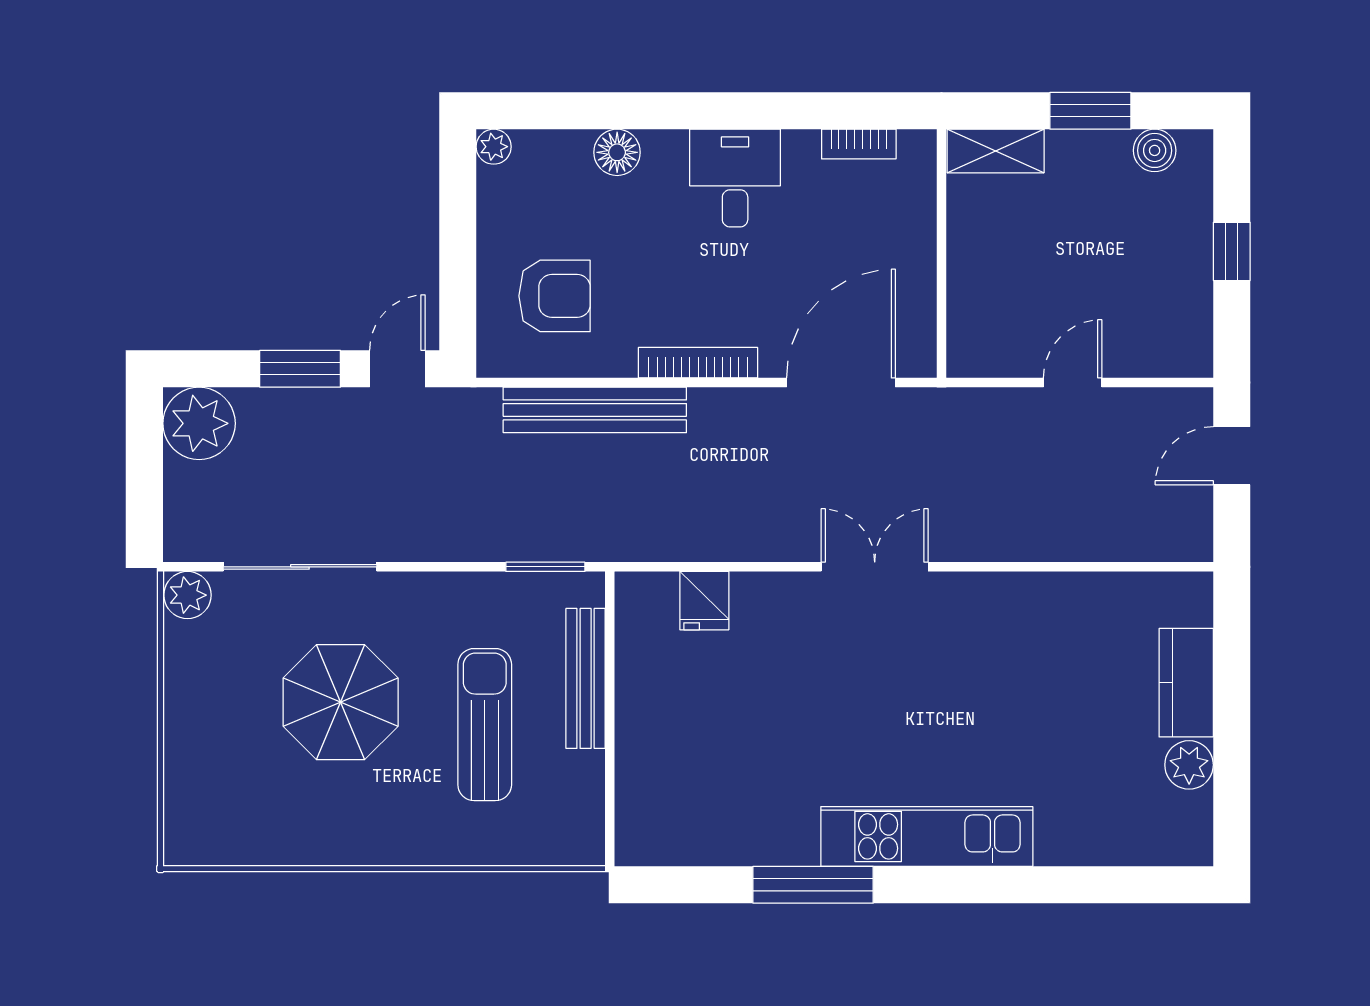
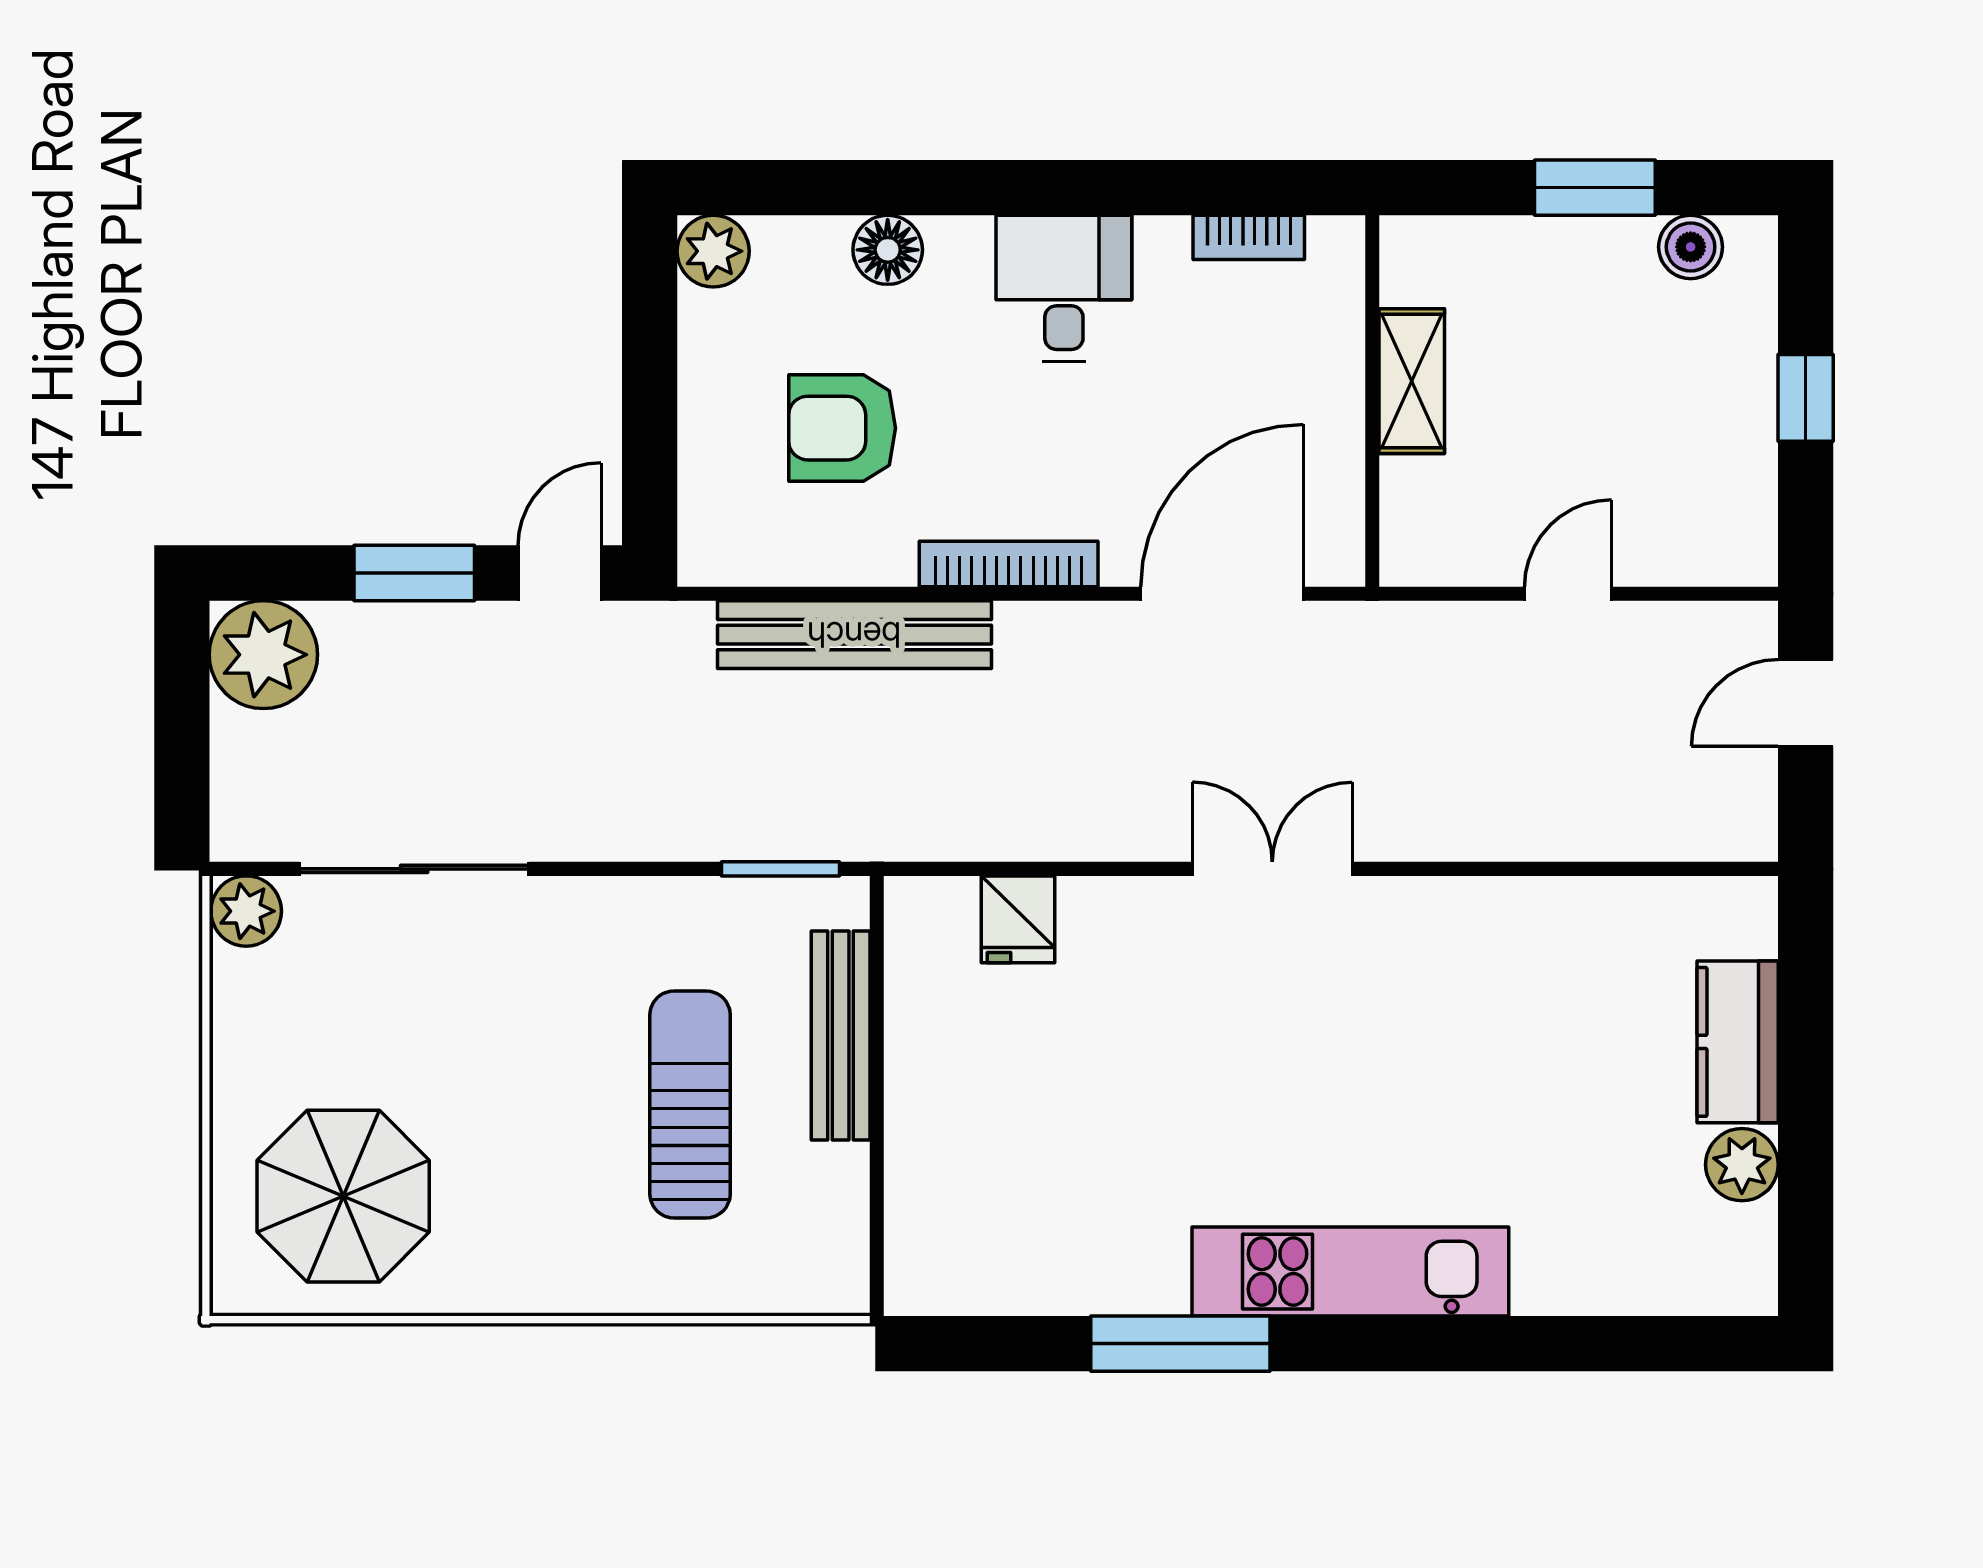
plant: (494, 147) -> (713, 251), width x1.38, depth x1.38
shelving: (996, 151) -> (1412, 381), moved, turned 90
armchair: (554, 296) -> (842, 428), moved, turned 180
parasol: (341, 702) -> (343, 1196), moved

